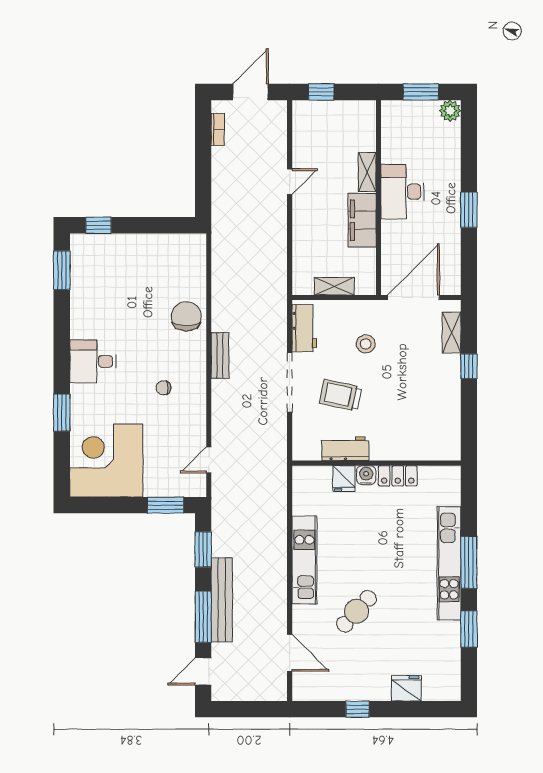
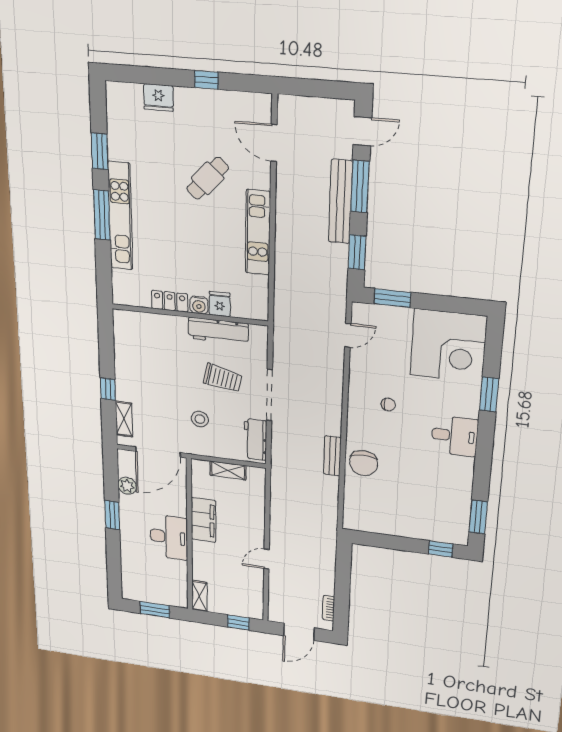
plant: (450, 111) -> (127, 486), moved
shelving: (367, 172) -> (199, 596), moved
bench: (220, 355) -> (332, 456), moved
workbench: (345, 449) -> (218, 331), width x1.38

